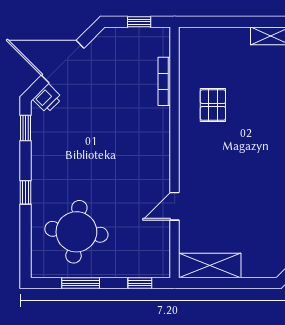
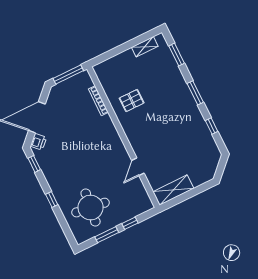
window: (139, 22) -> (68, 75), width x2.17
pallet: (213, 105) -> (132, 101), turned 90
window: (140, 283) -> (130, 223), moved

